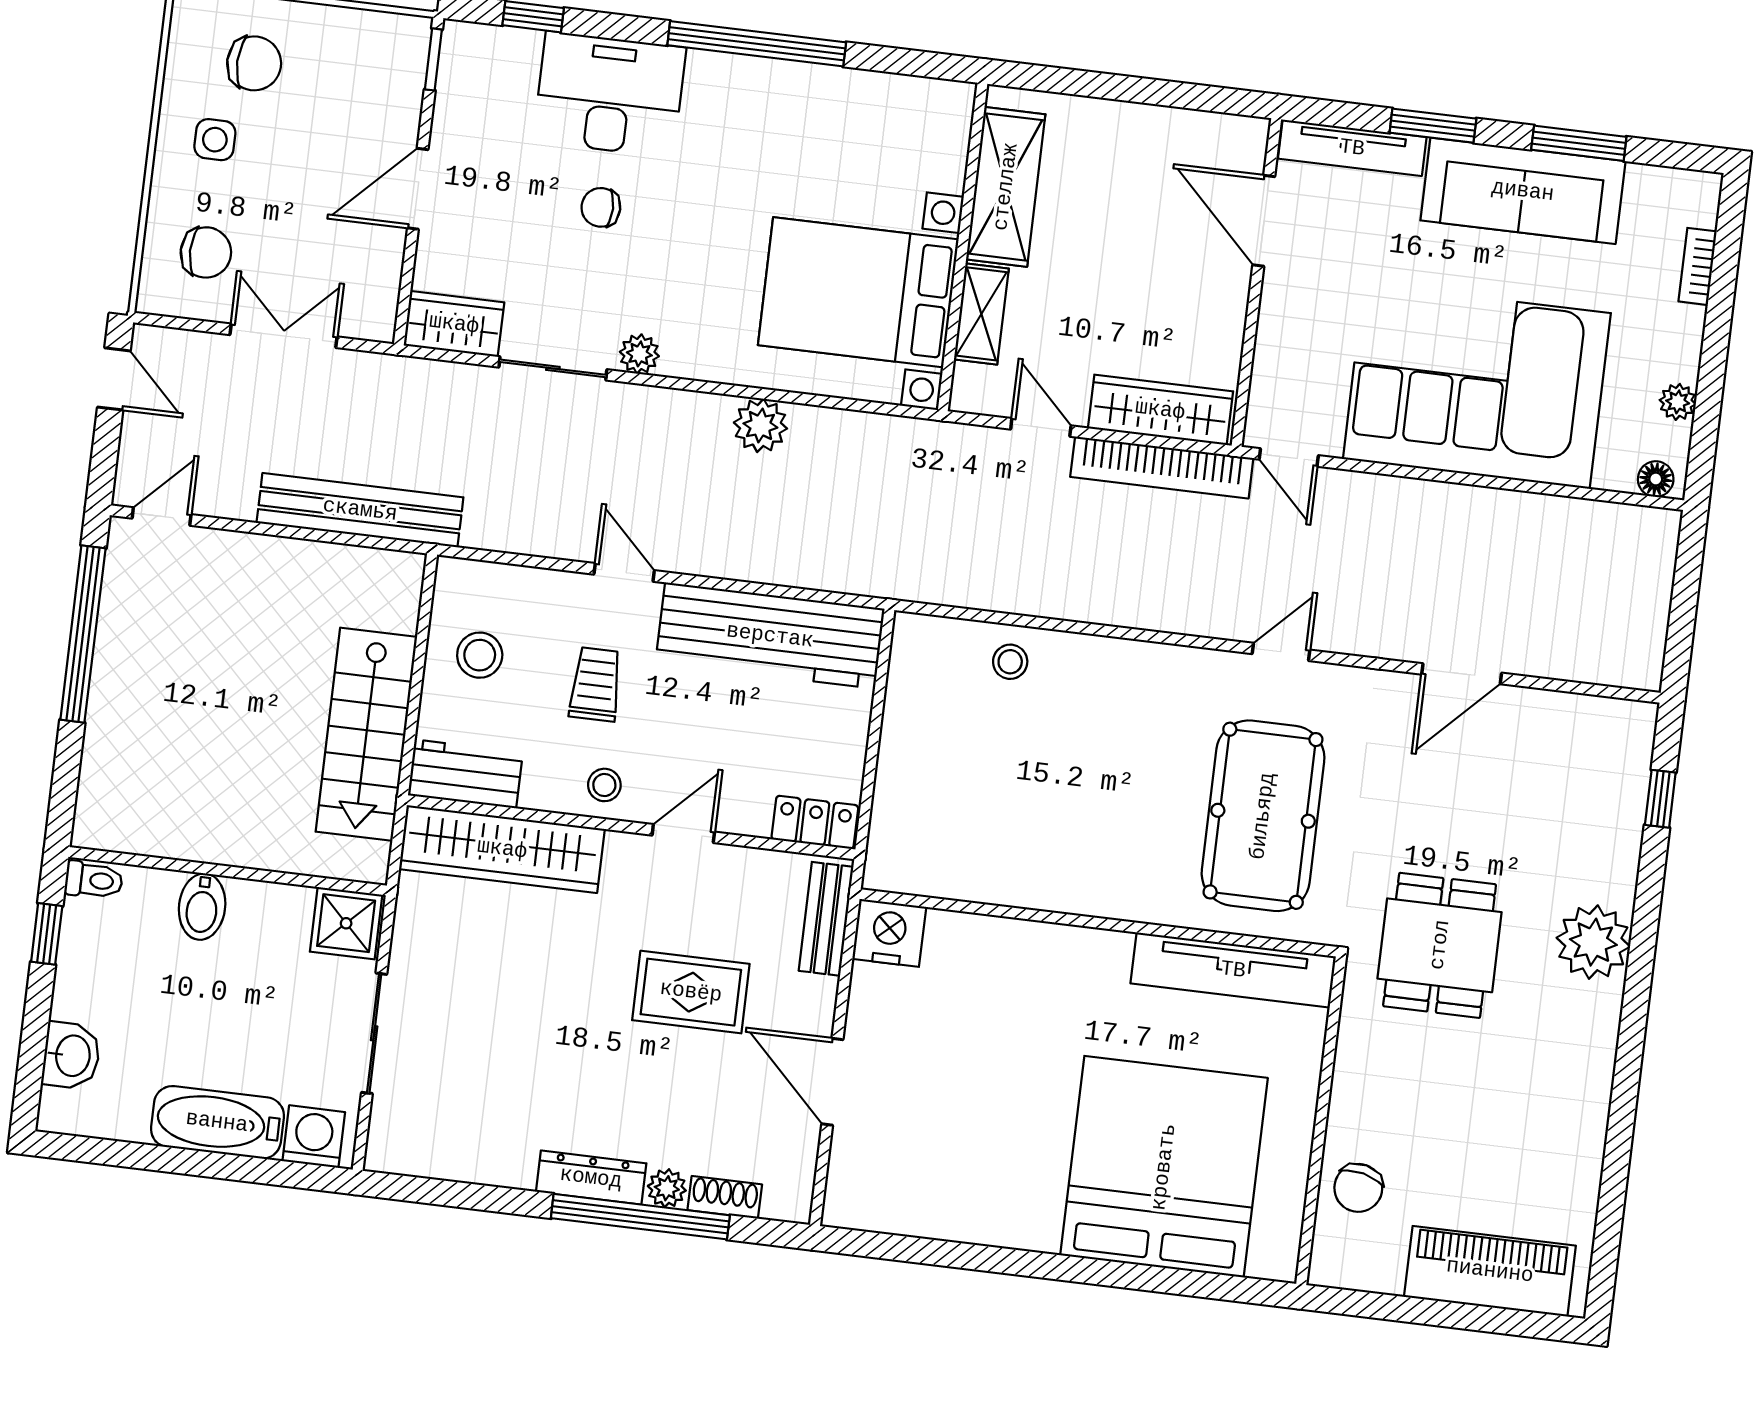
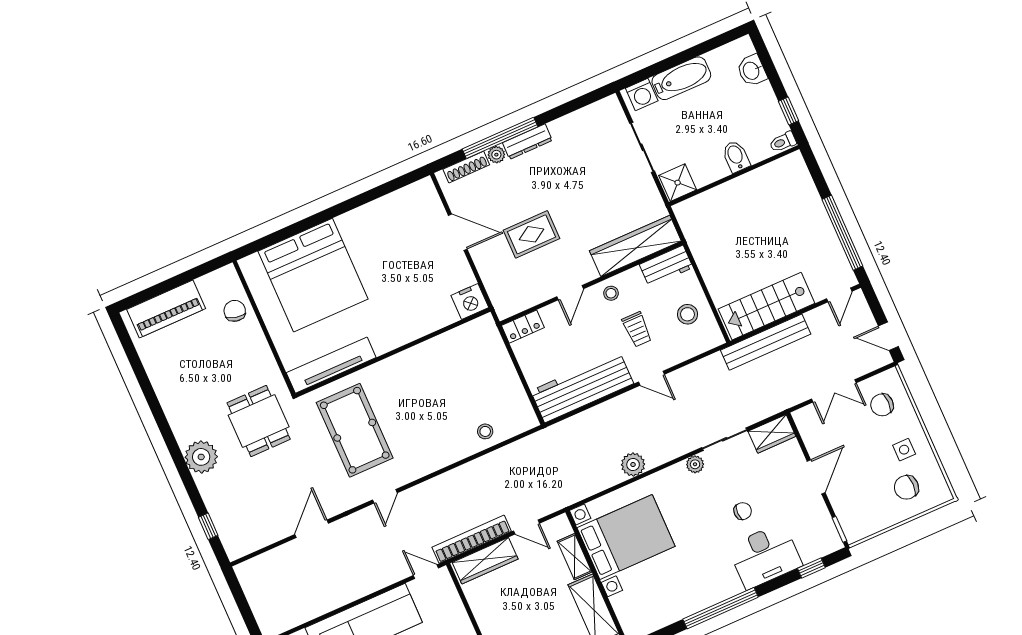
stairs: (366, 734) -> (767, 306), moved, turned -90
bench: (826, 919) -> (497, 293), removed
shoe rack: (725, 1197) -> (466, 167), width x1.43

